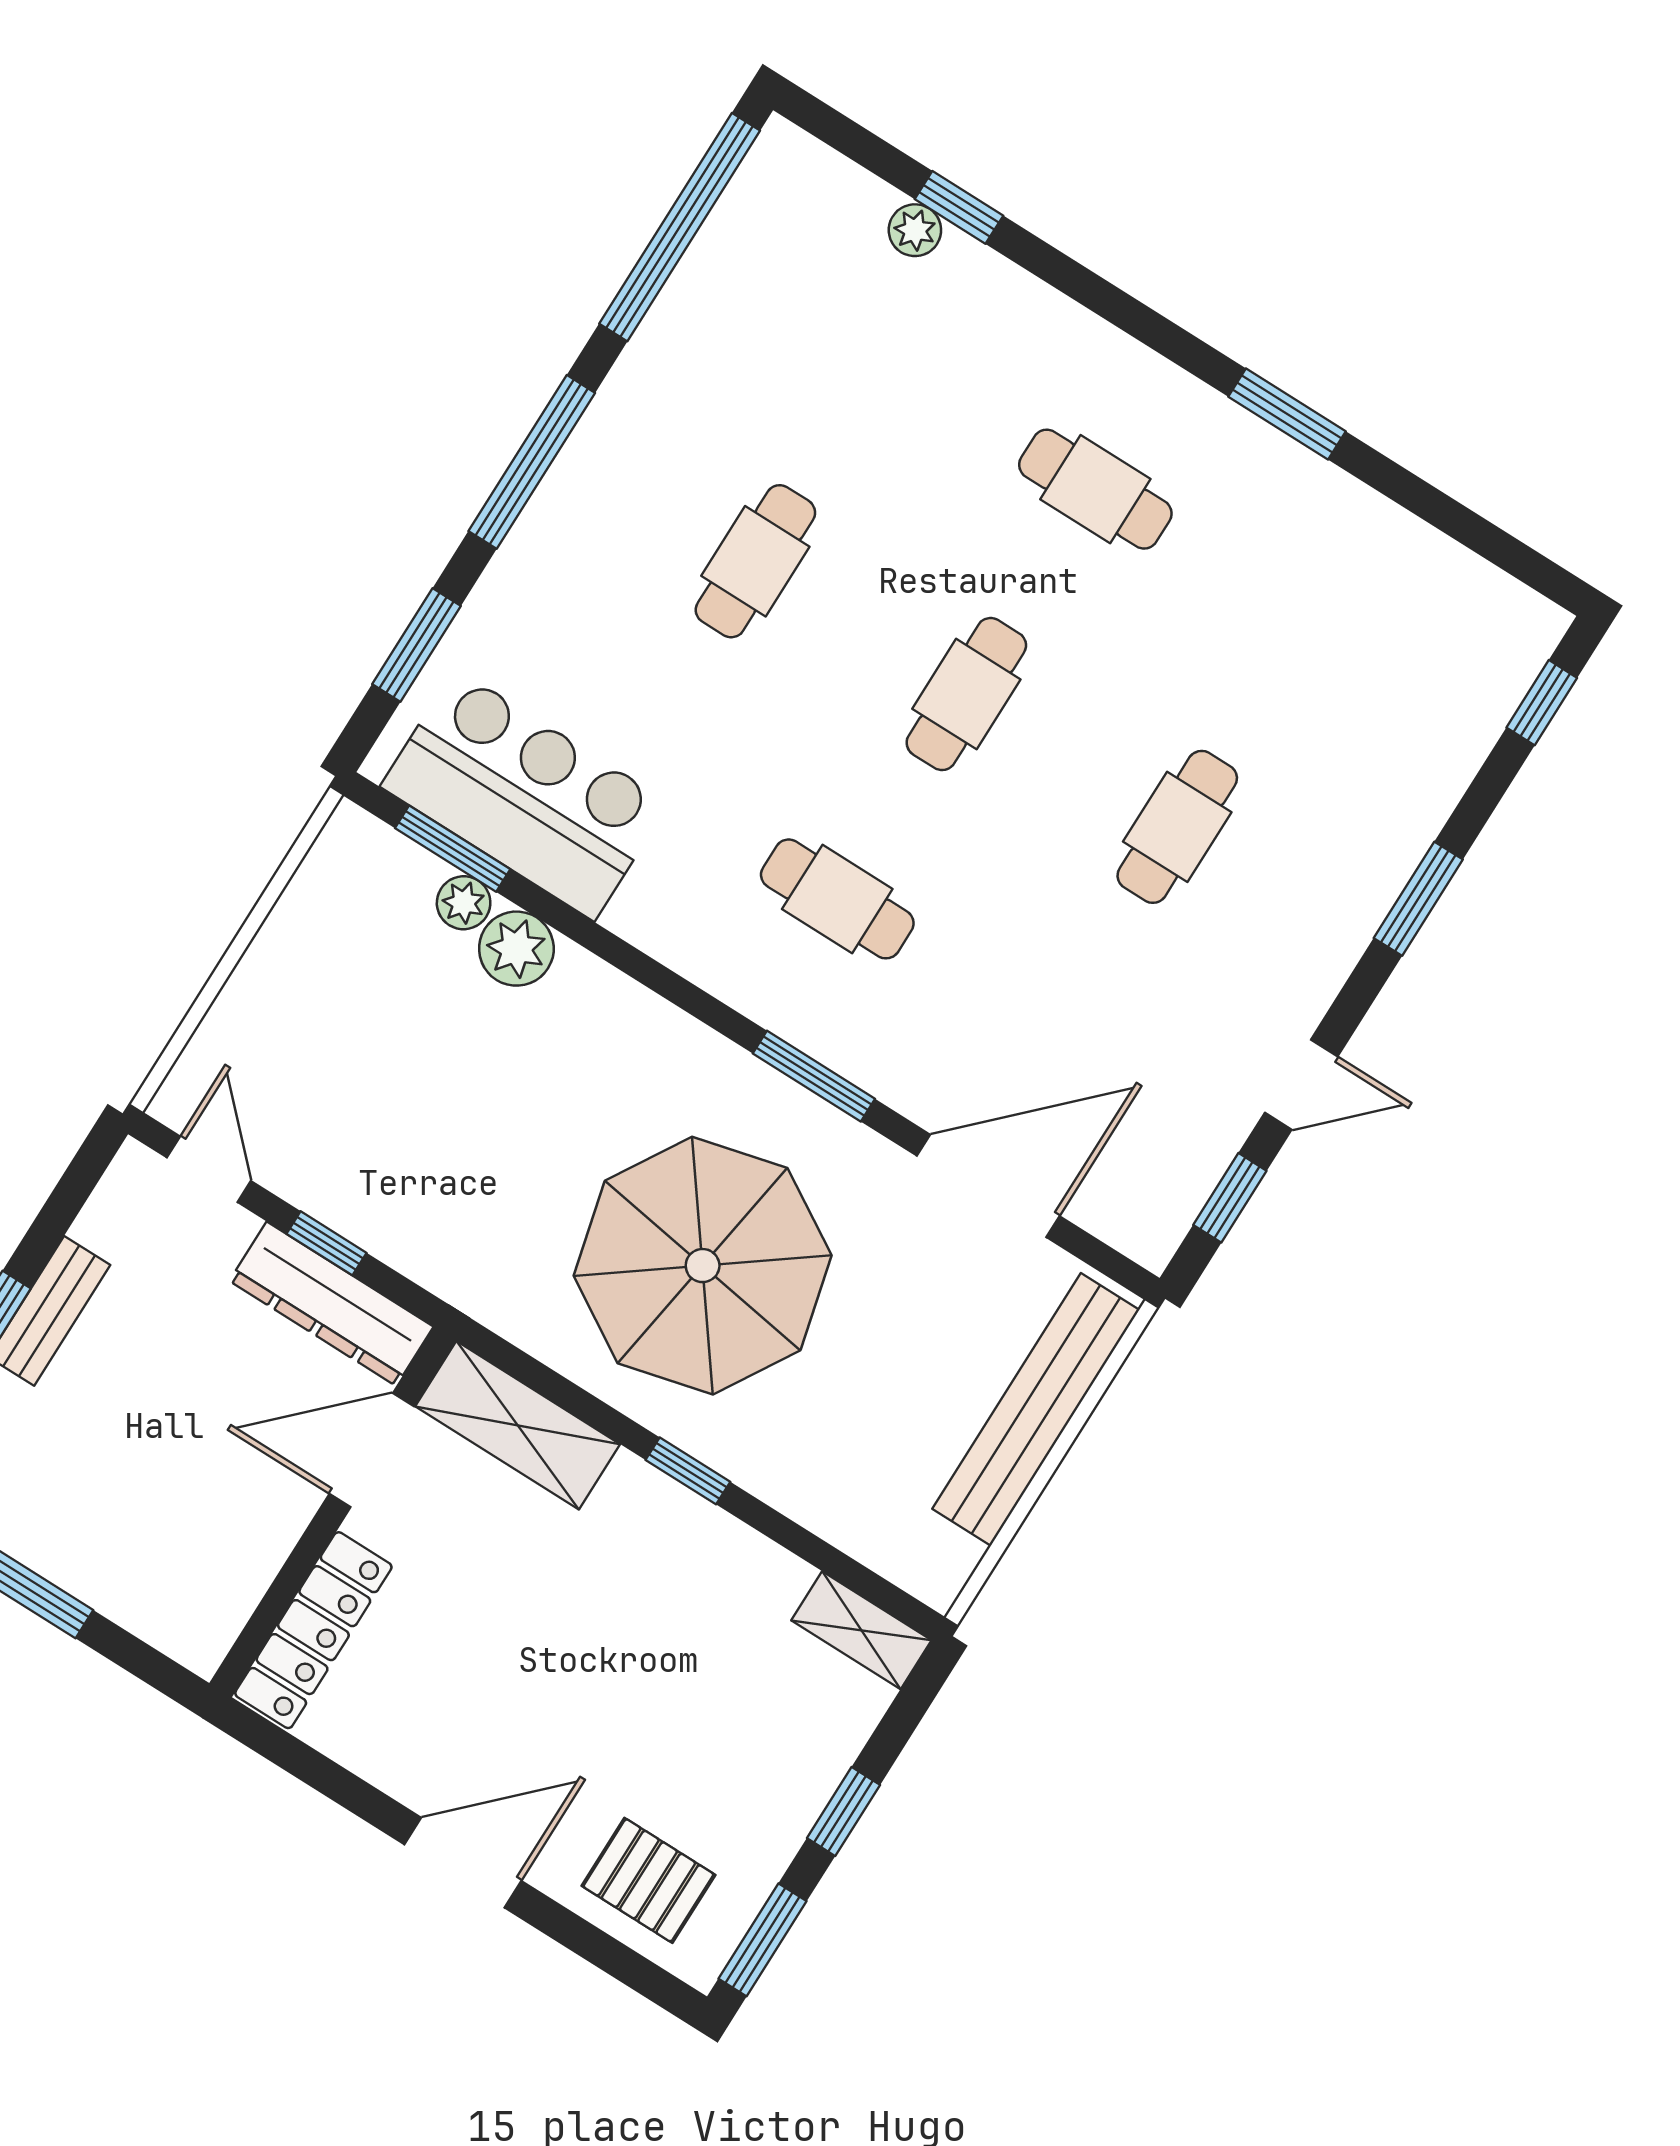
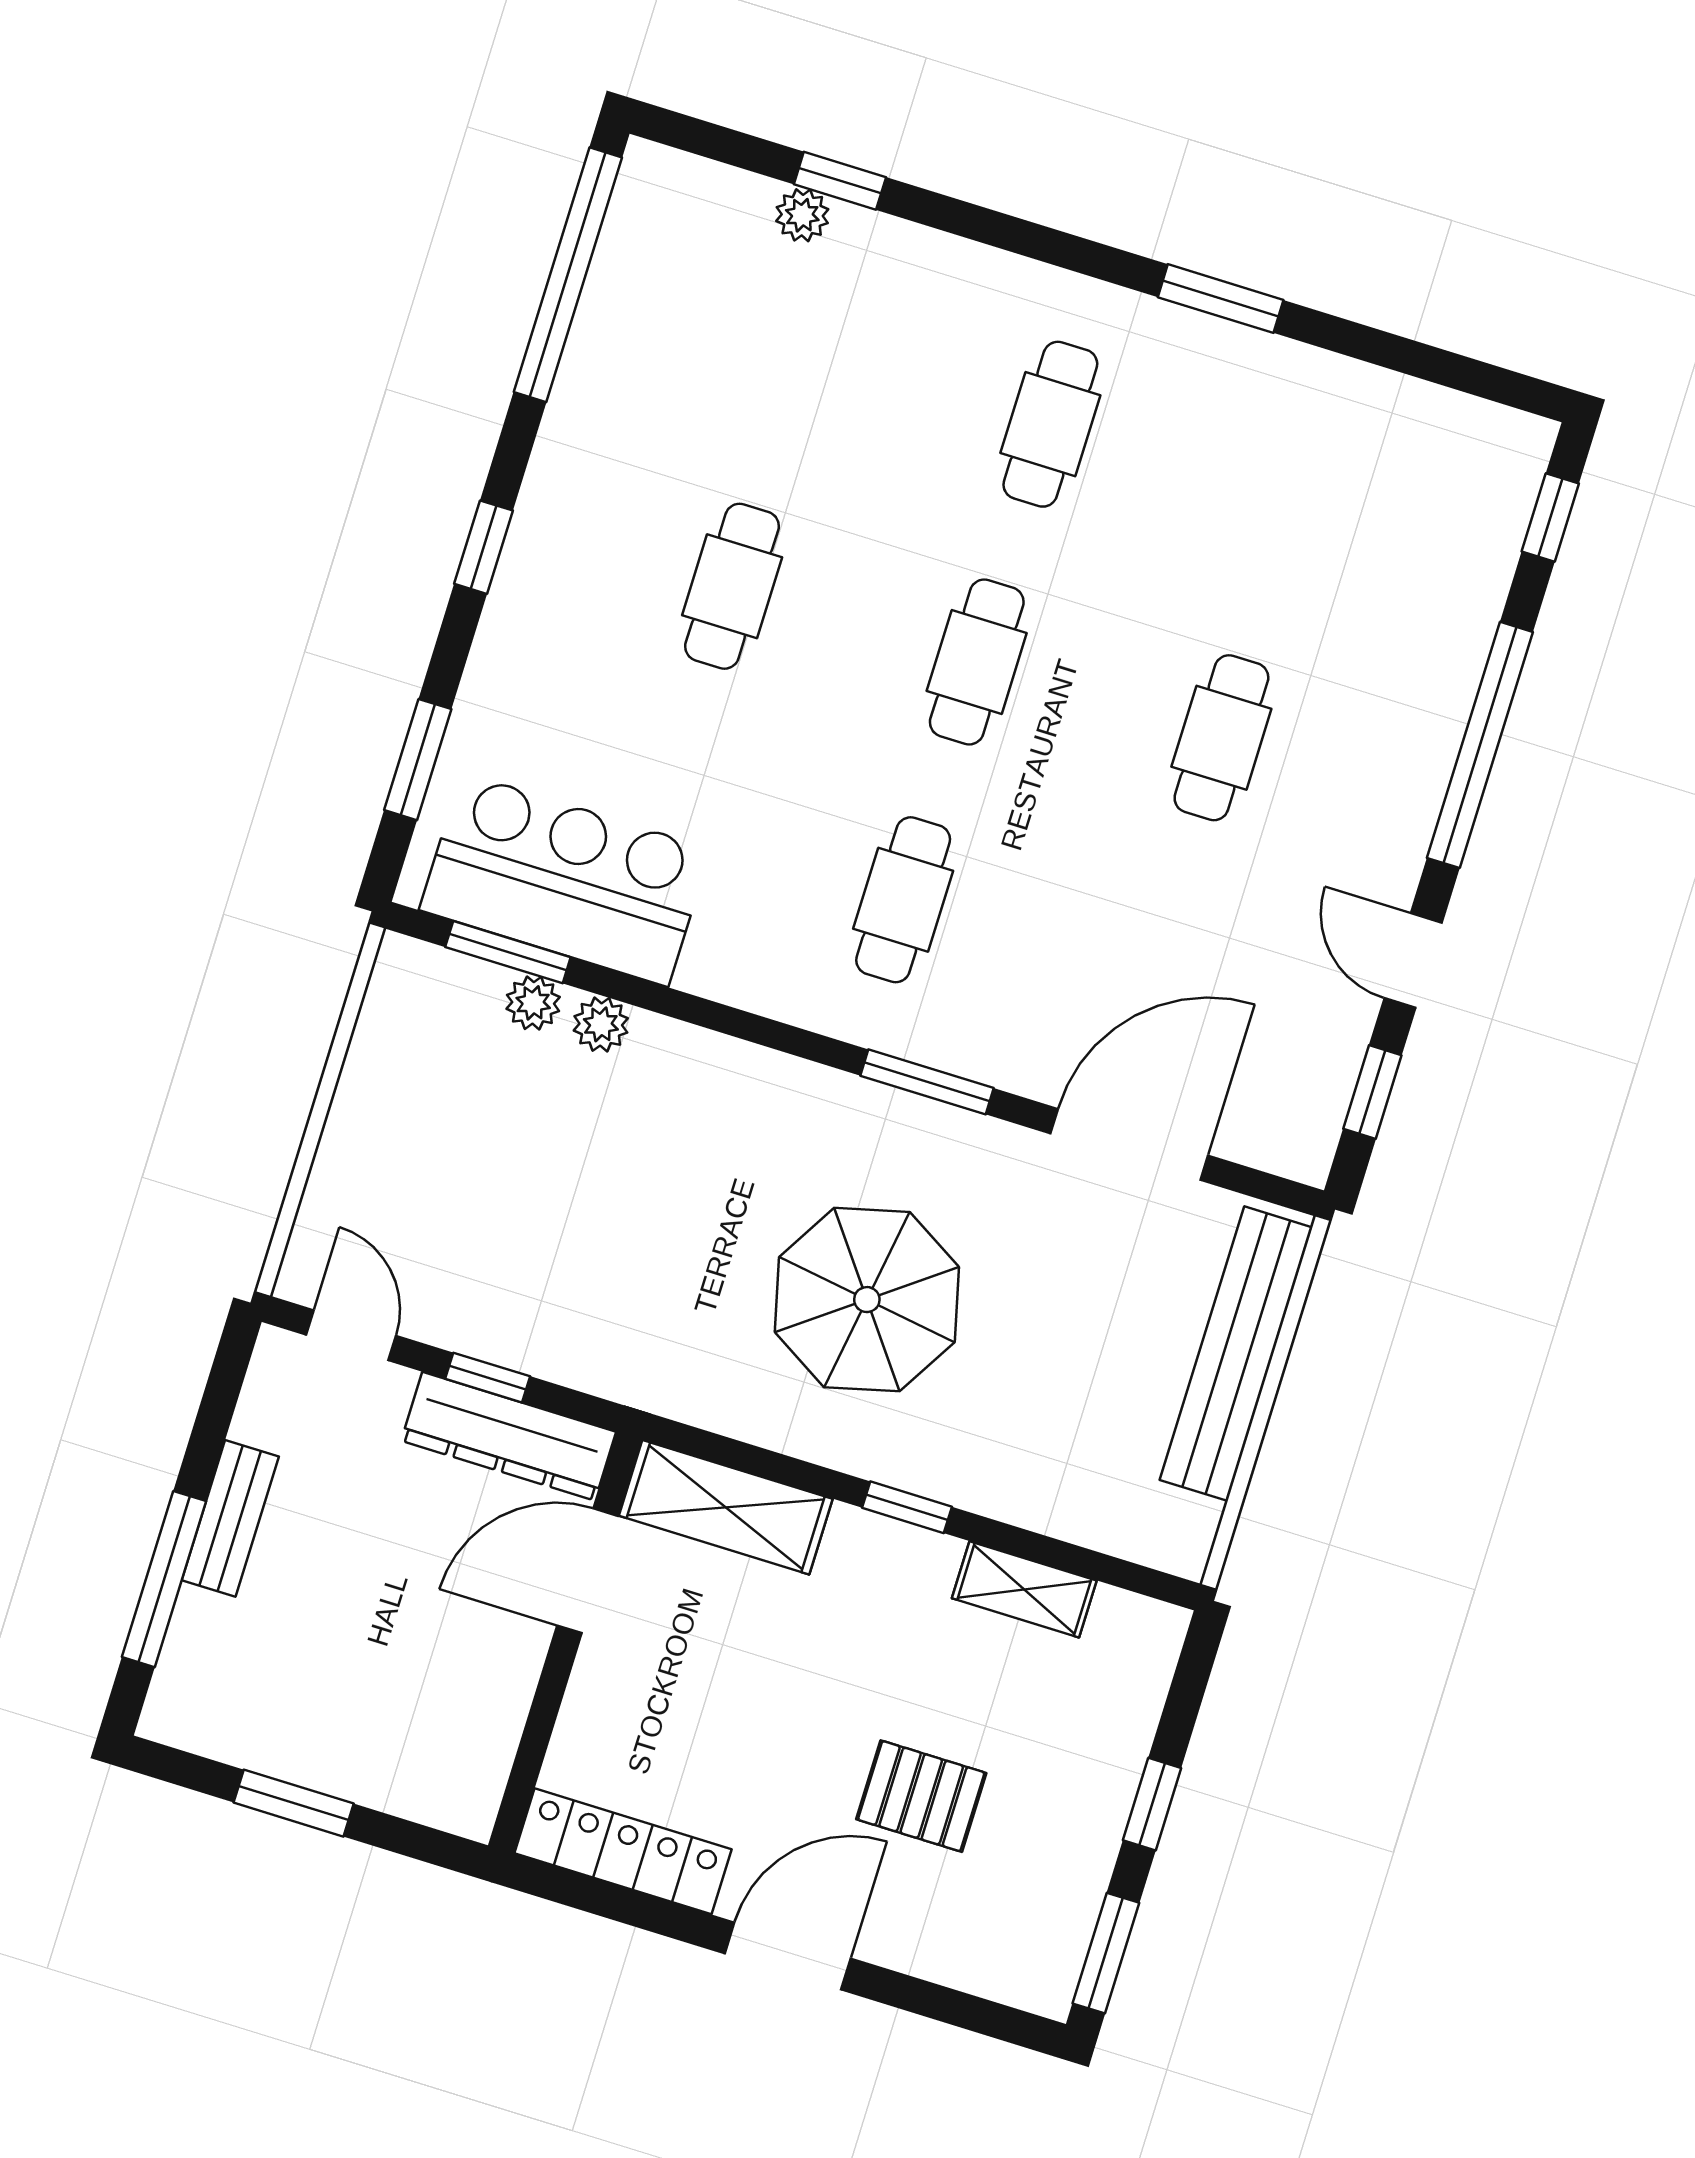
window: (532, 462) -> (483, 547), width x0.46
cafe table: (1095, 489) -> (1050, 424), turned 90
cafe table: (837, 899) -> (903, 900), turned 90
window: (1418, 899) -> (1480, 745), width x2.11
plant: (516, 949) -> (601, 1024), width x0.73, depth x0.73
door: (1301, 1085) -> (1413, 961), swing flipped
parasol: (703, 1266) -> (867, 1300), width x0.73, depth x0.73
locker: (313, 1630) -> (623, 1851), moved, turned -90
shelving: (861, 1630) -> (1024, 1589), moved
pallet: (648, 1880) -> (921, 1796), moved

